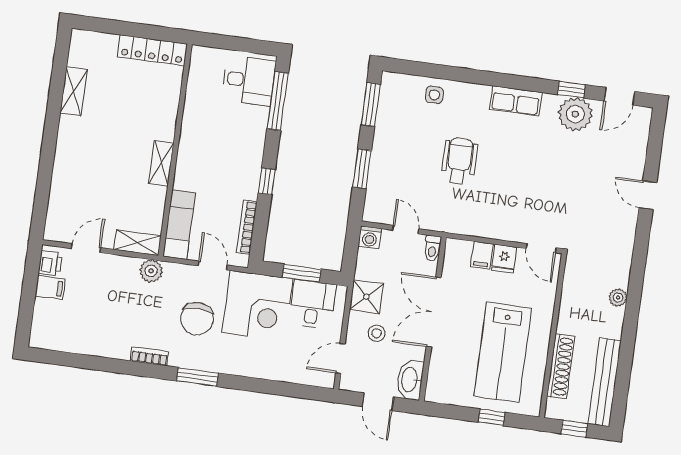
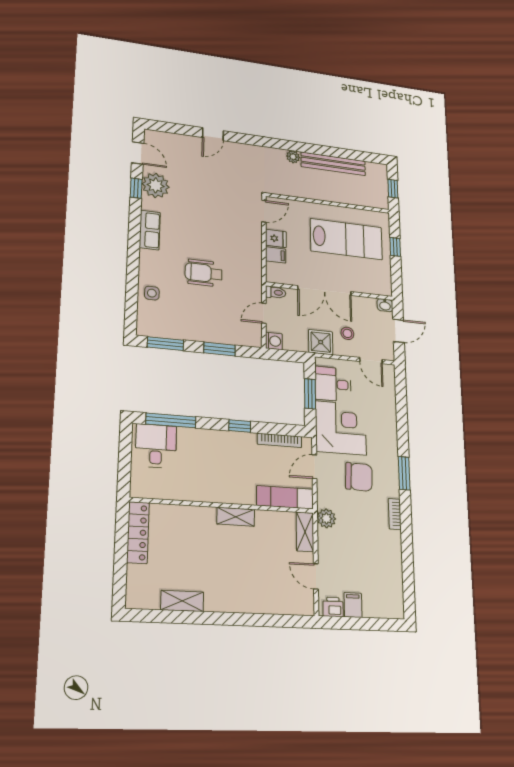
shoe rack: (561, 366) -> (350, 198), removed
washbasin: (410, 380) -> (385, 305), width x0.52, depth x0.69
bench: (605, 382) -> (333, 164), moved

